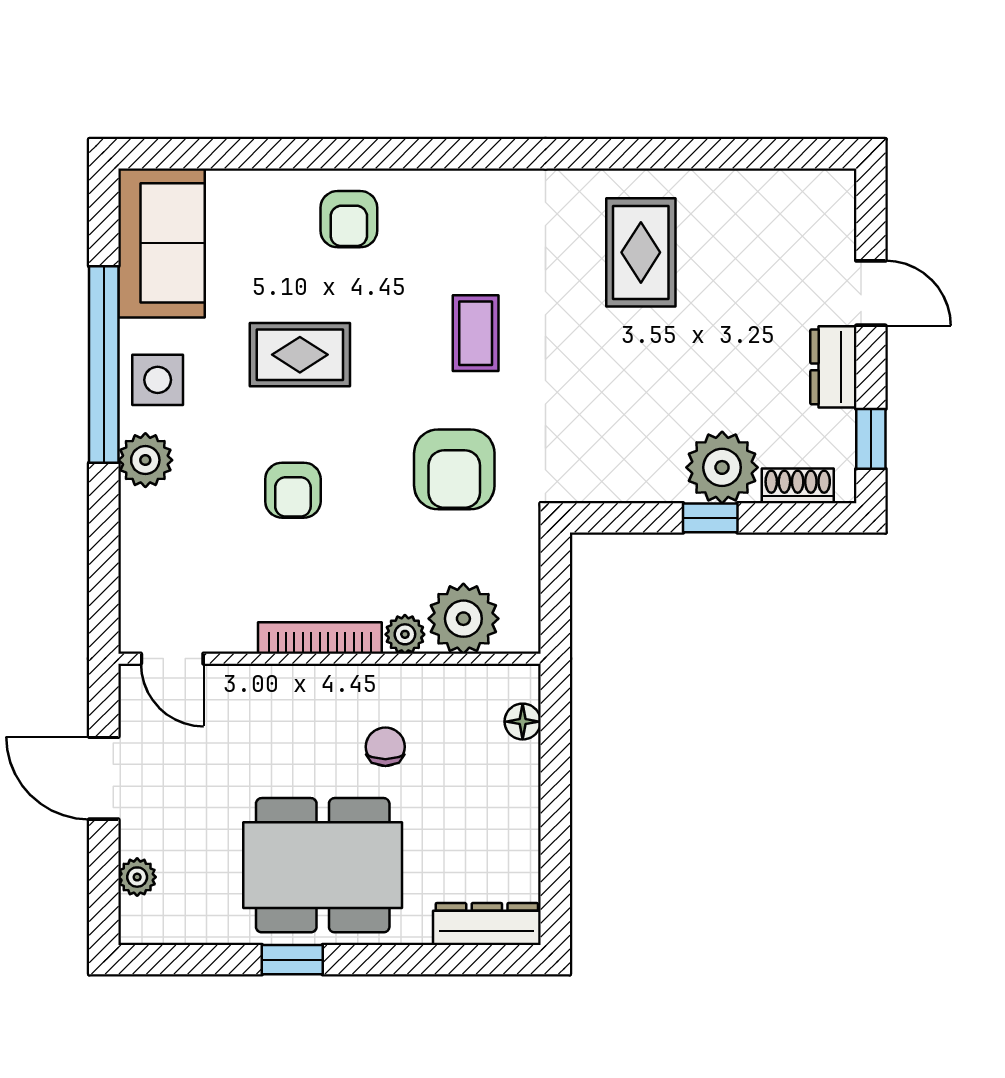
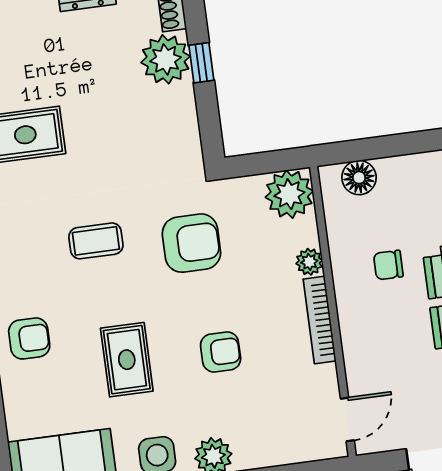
plant: (463, 619) -> (289, 194), moved
floor lamp: (523, 722) -> (359, 178), width x1.37, depth x1.37

